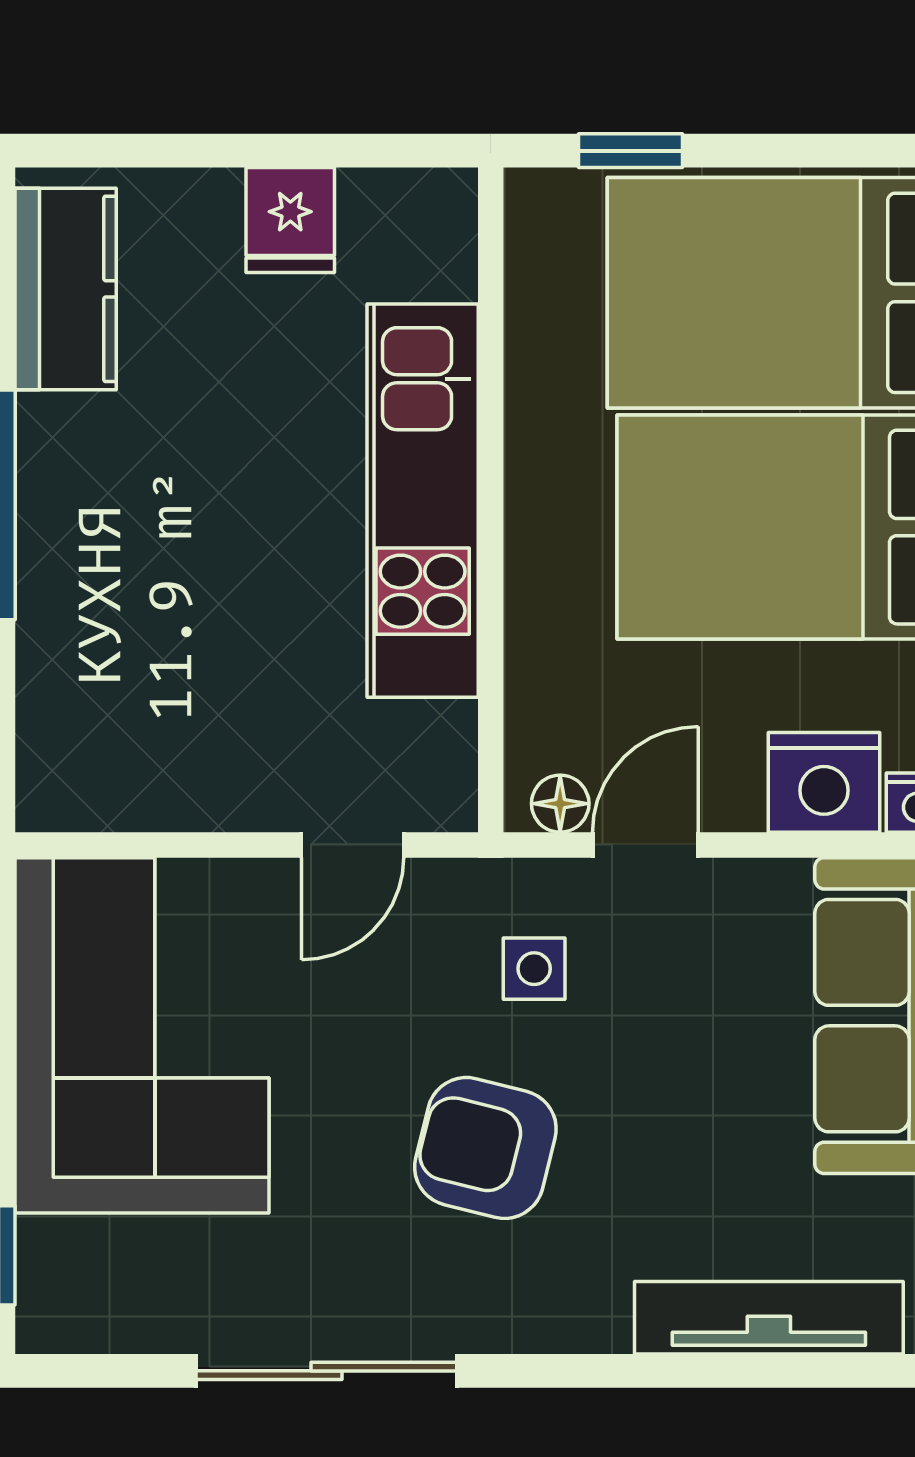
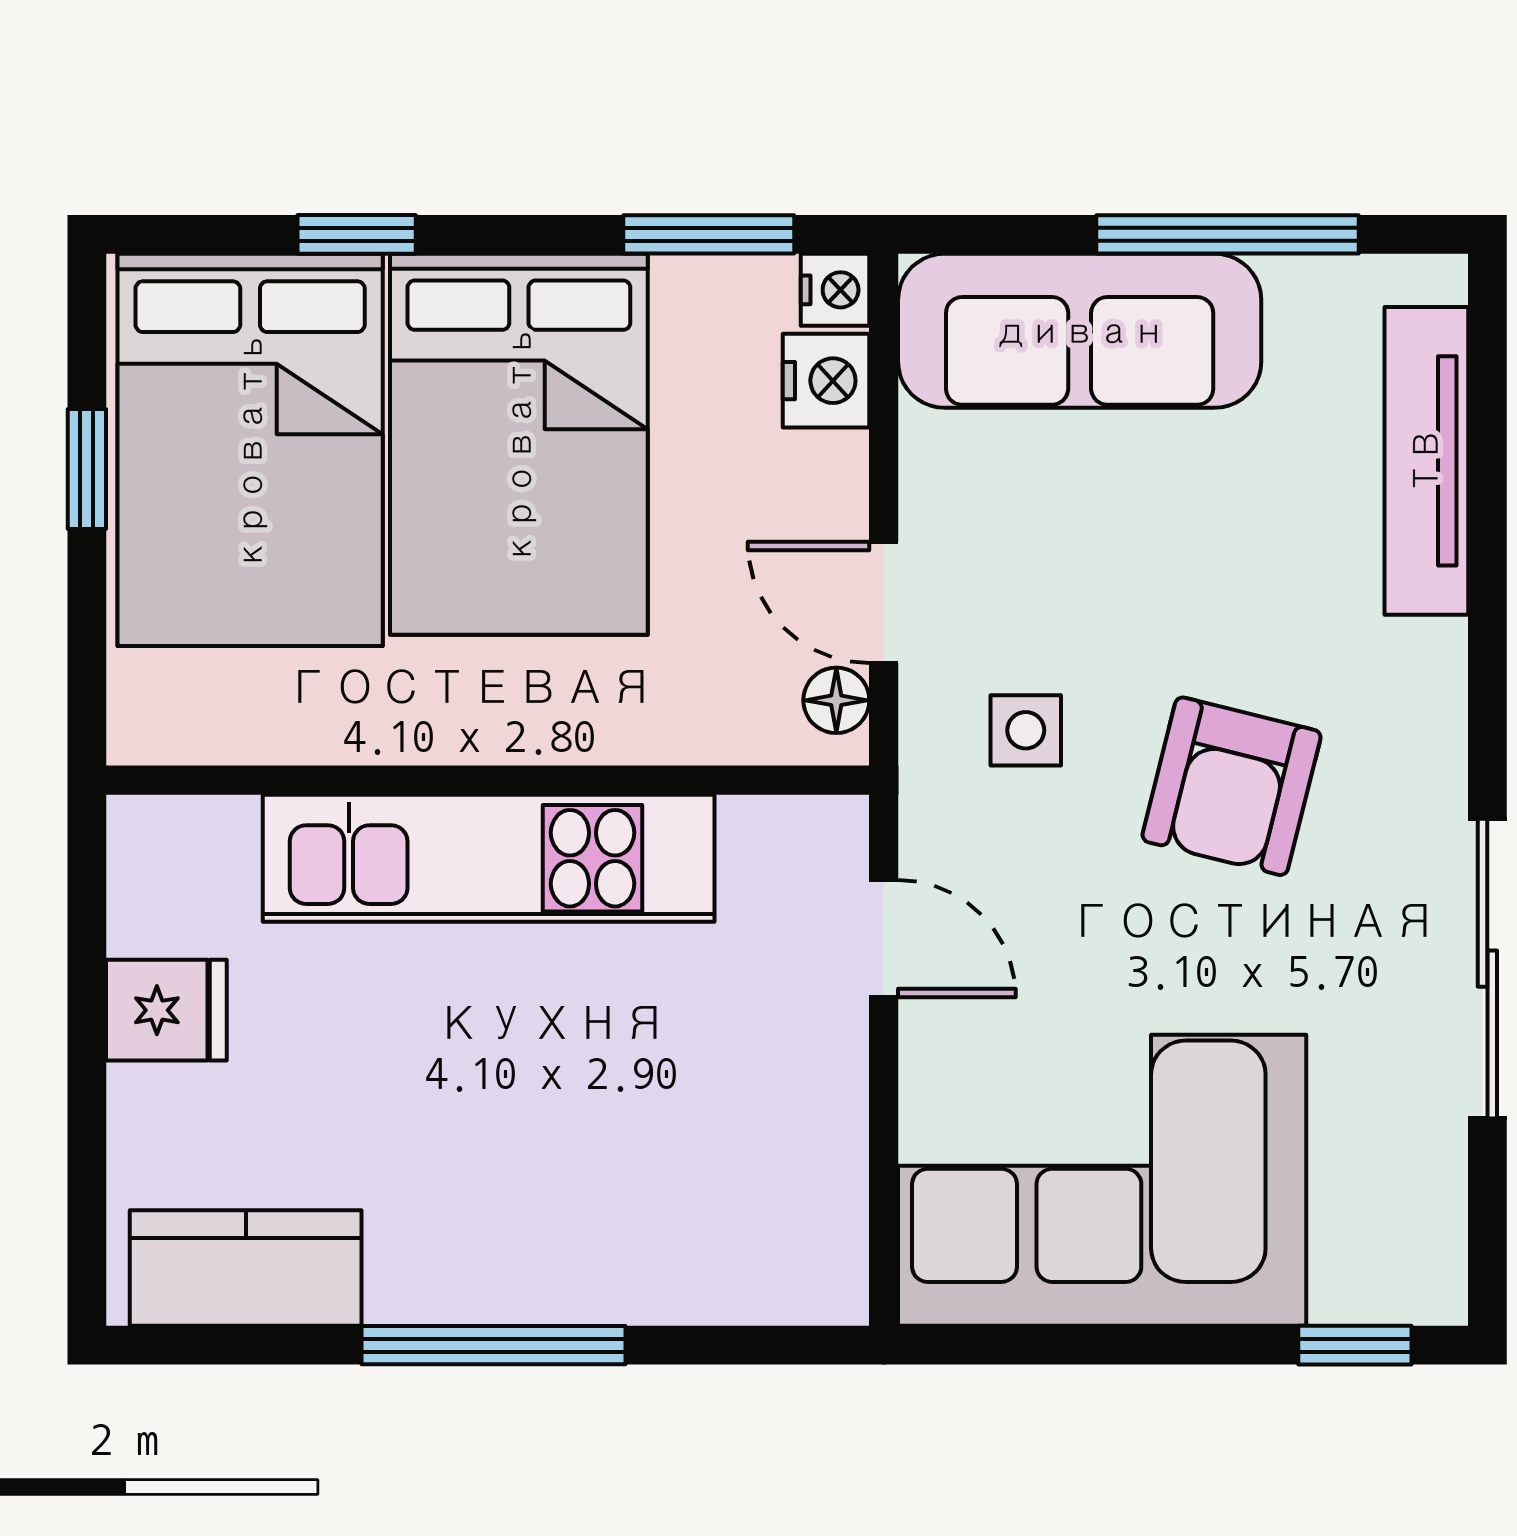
window: (630, 151) -> (87, 469), moved
nightstand: (824, 782) -> (826, 381), width x0.74, depth x0.75

